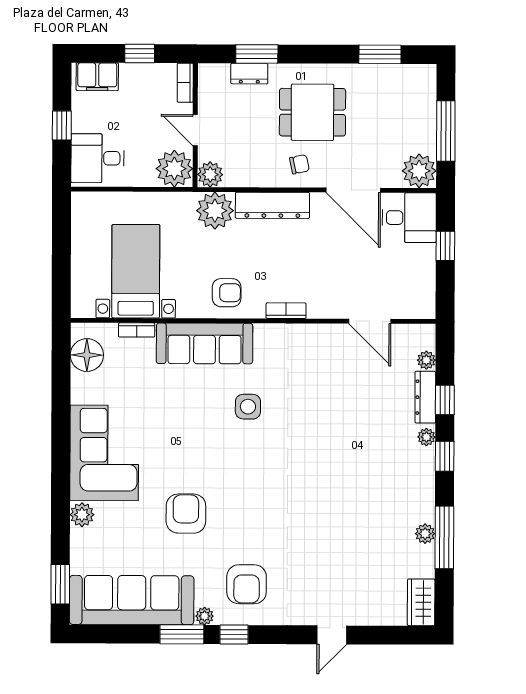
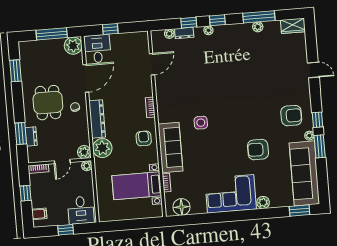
filing cabinet: (97, 77) -> (39, 214), width x0.50
plant: (174, 169) -> (87, 166), width x0.53, depth x0.53
dresser: (425, 397) -> (184, 33), width x0.70

